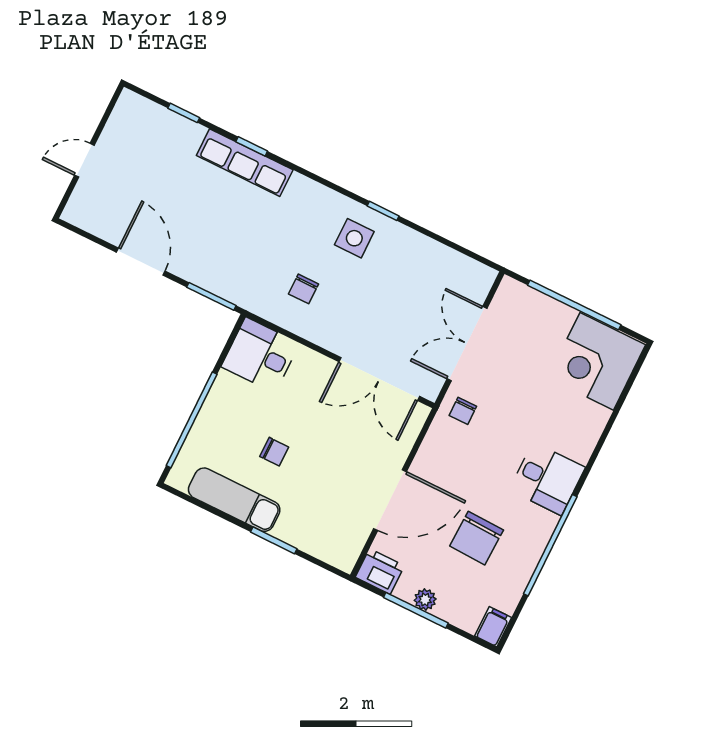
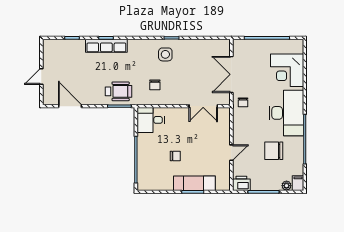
door: (141, 262) -> (70, 106), moved
wheelchair: (224, 266) -> (118, 91), added
corner desk: (597, 361) -> (287, 70), moved
double door: (379, 379) -> (203, 106), width x0.73
desk: (547, 479) -> (286, 113), width x1.87, depth x1.30
exam couch: (234, 500) -> (194, 183), moved
door: (390, 500) -> (231, 153), width x0.53
chair: (477, 538) -> (274, 151), turned 88
plant: (425, 600) -> (286, 186), moved

